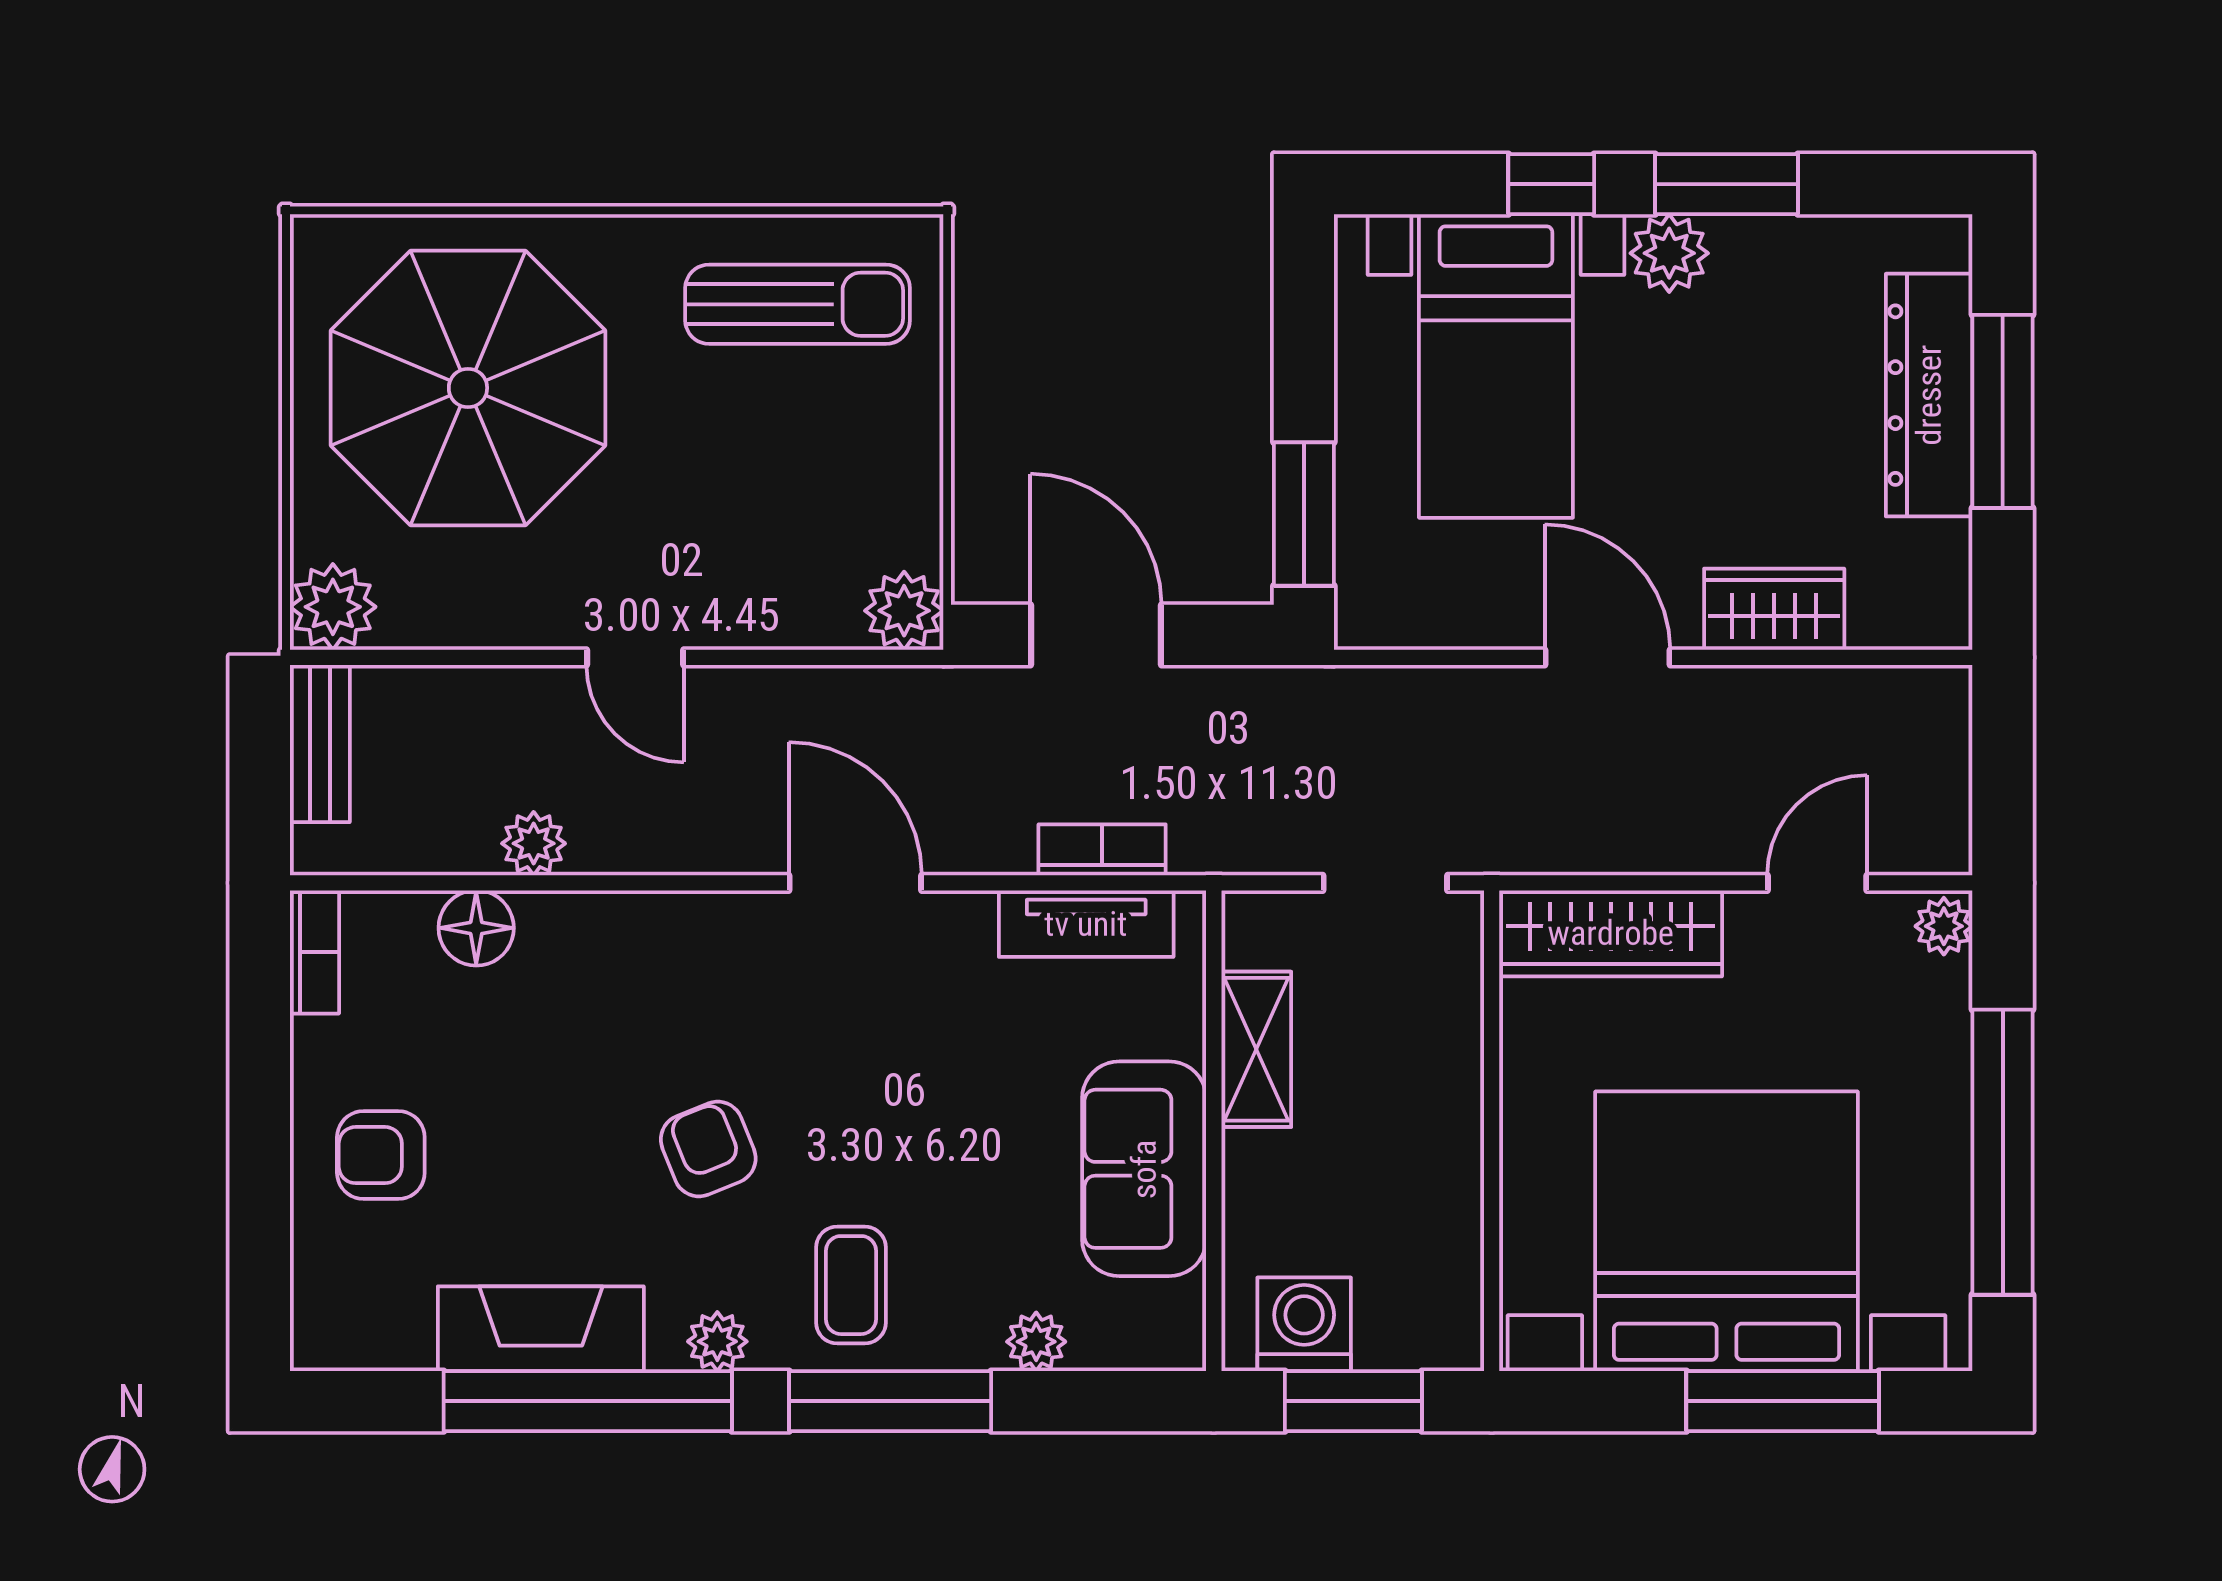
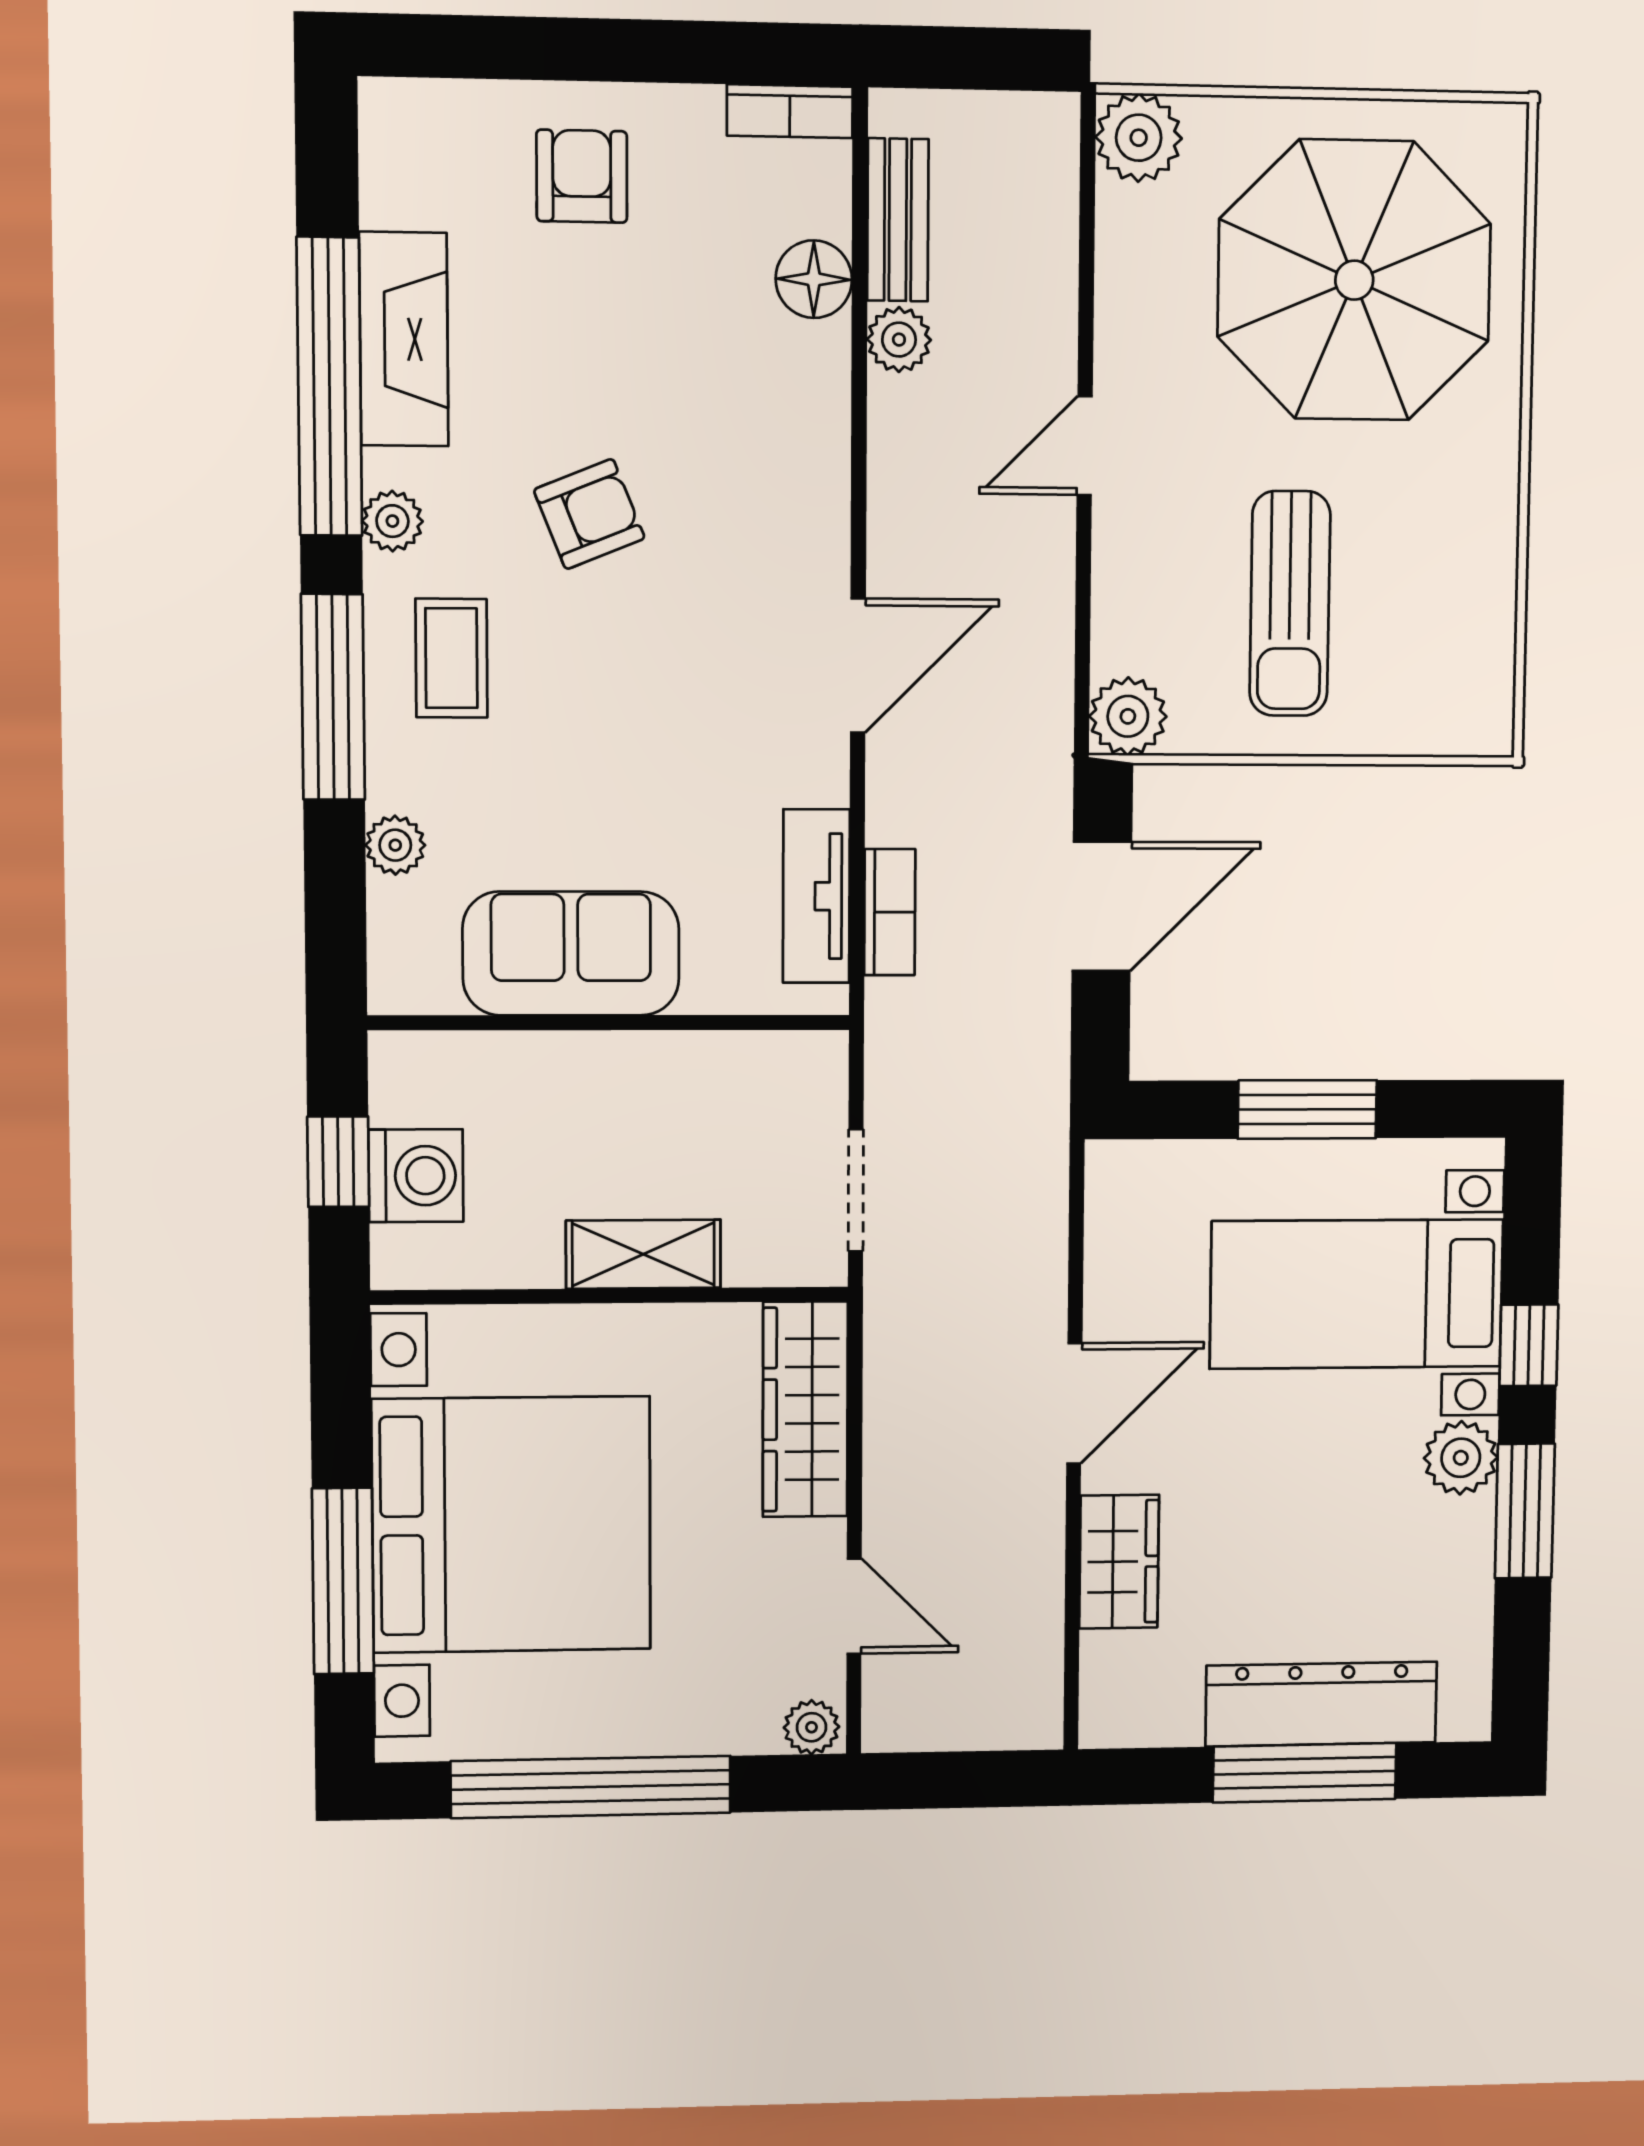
sun lounger: (798, 304) -> (1290, 604), moved
window: (1304, 514) -> (1307, 1109), moved
bench: (320, 744) -> (898, 220), moved, turned 90
shelving: (1256, 1049) -> (643, 1254), moved
coffee table: (851, 1285) -> (451, 658), turned 90
washing machine: (1304, 1324) -> (416, 1176), moved
window: (1353, 1401) -> (338, 1162), width x0.67

